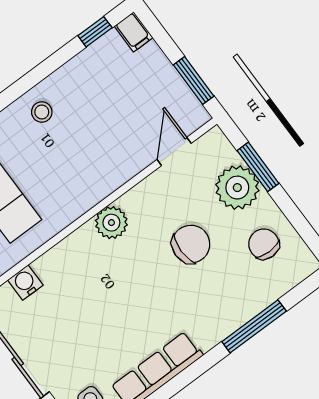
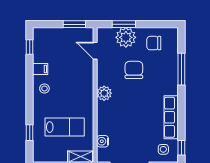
filing cabinet: (134, 32) -> (40, 69), moved

